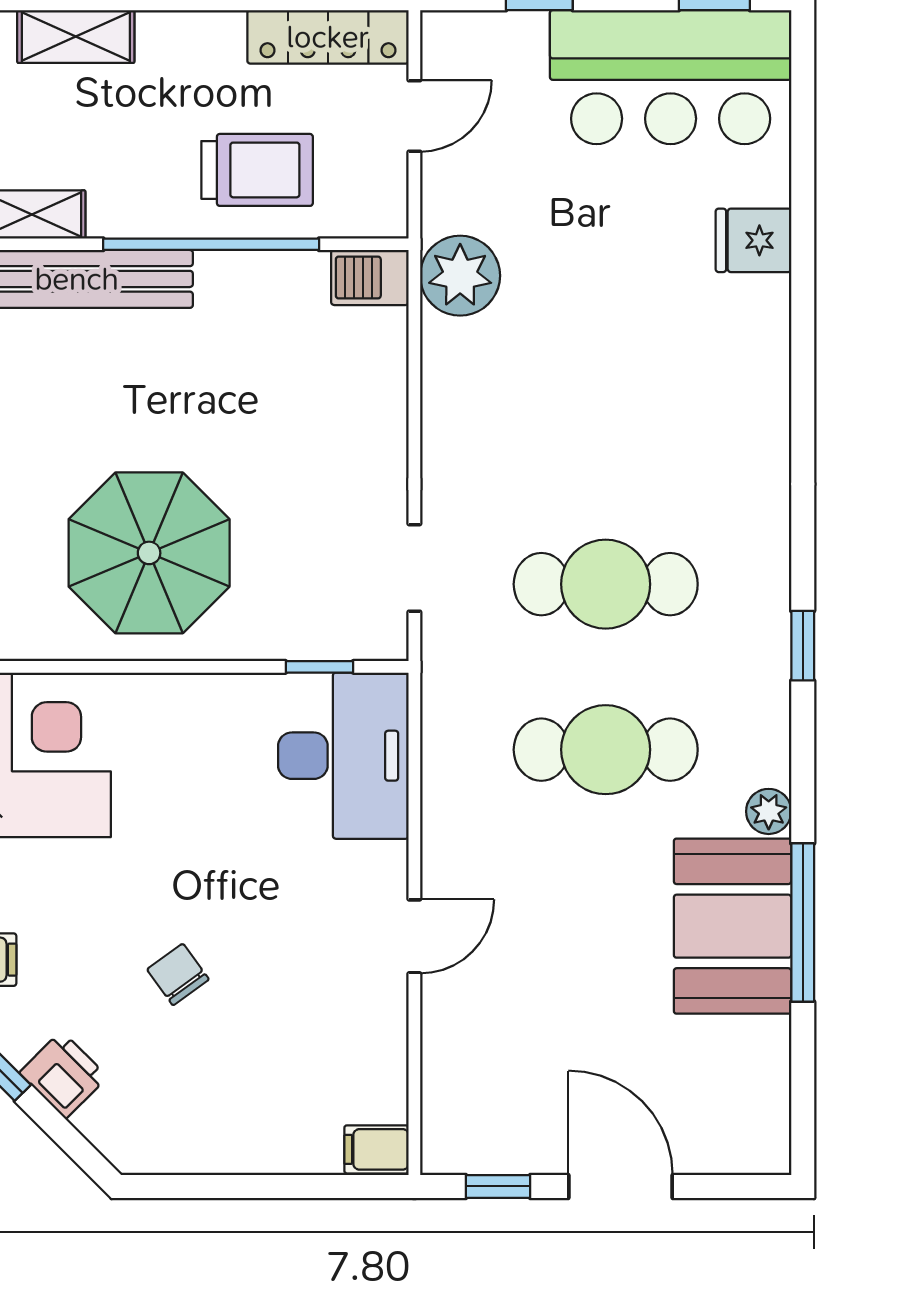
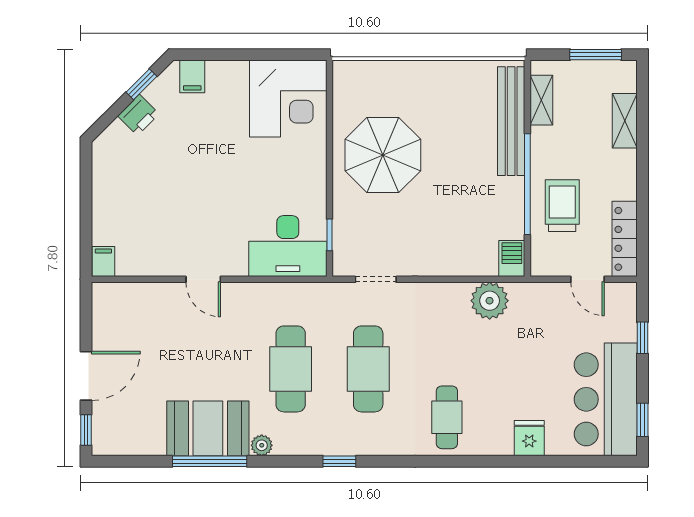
trolley: (257, 170) -> (562, 206), turned 180
plant: (460, 276) -> (490, 301), moved
cafe table: (709, 416) -> (447, 417), added
chair: (178, 974) -> (185, 169), removed
window: (498, 1186) -> (86, 430), moved

